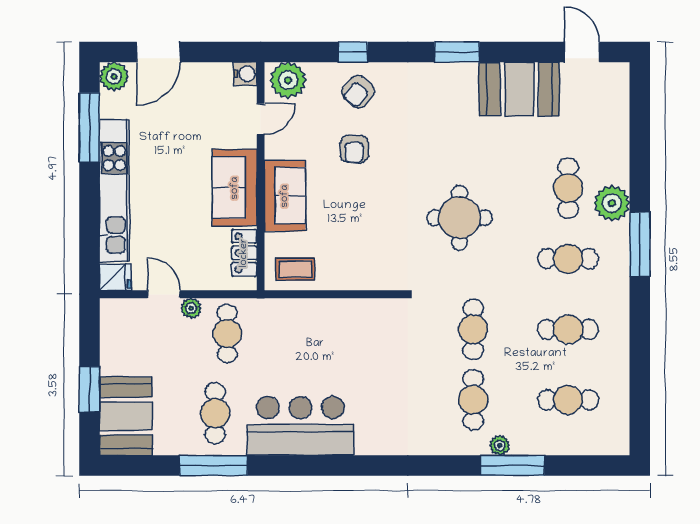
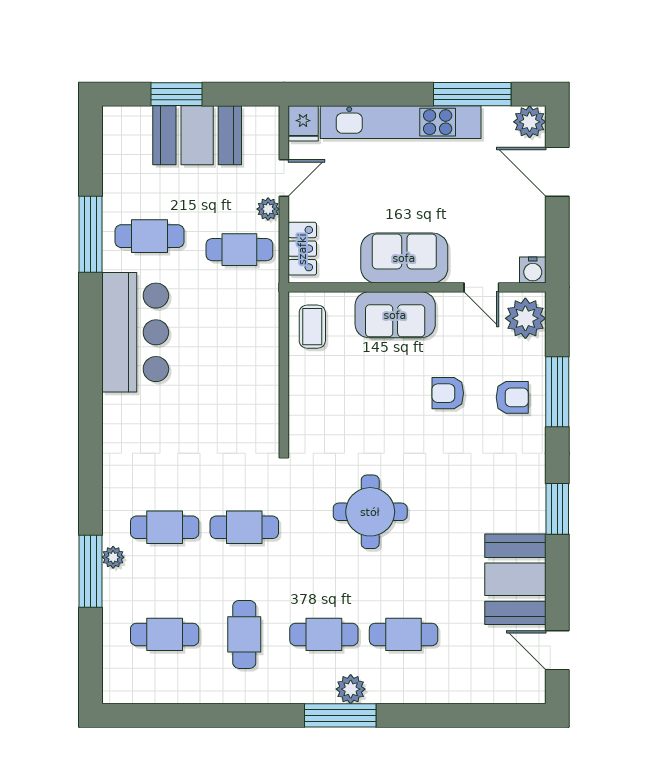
window: (353, 52) -> (557, 392), width x2.17
door: (582, 52) -> (557, 650), swing flipped
armchair: (358, 92) -> (512, 397), turned 140
plant: (612, 203) -> (351, 689), moved, width x0.73, depth x0.73
locker: (244, 253) -> (302, 249), moved, turned 90
cafe table: (568, 259) -> (324, 634), turned 90
cafe table: (568, 400) -> (165, 634), turned 90
booth: (126, 416) -> (197, 135), moved

